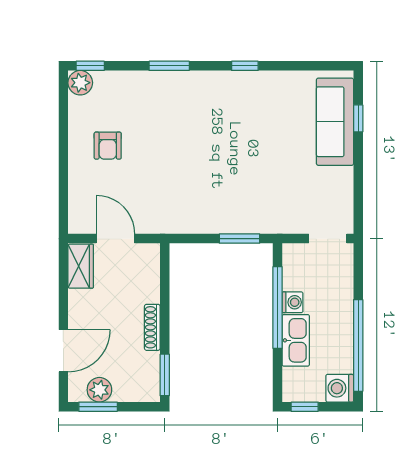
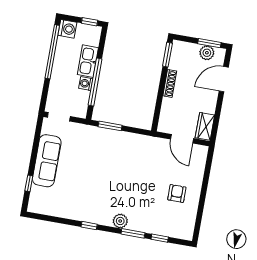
window: (90, 66) -> (160, 238), moved
plant: (80, 83) -> (120, 221), moved
sofa: (335, 122) -> (47, 161), moved

